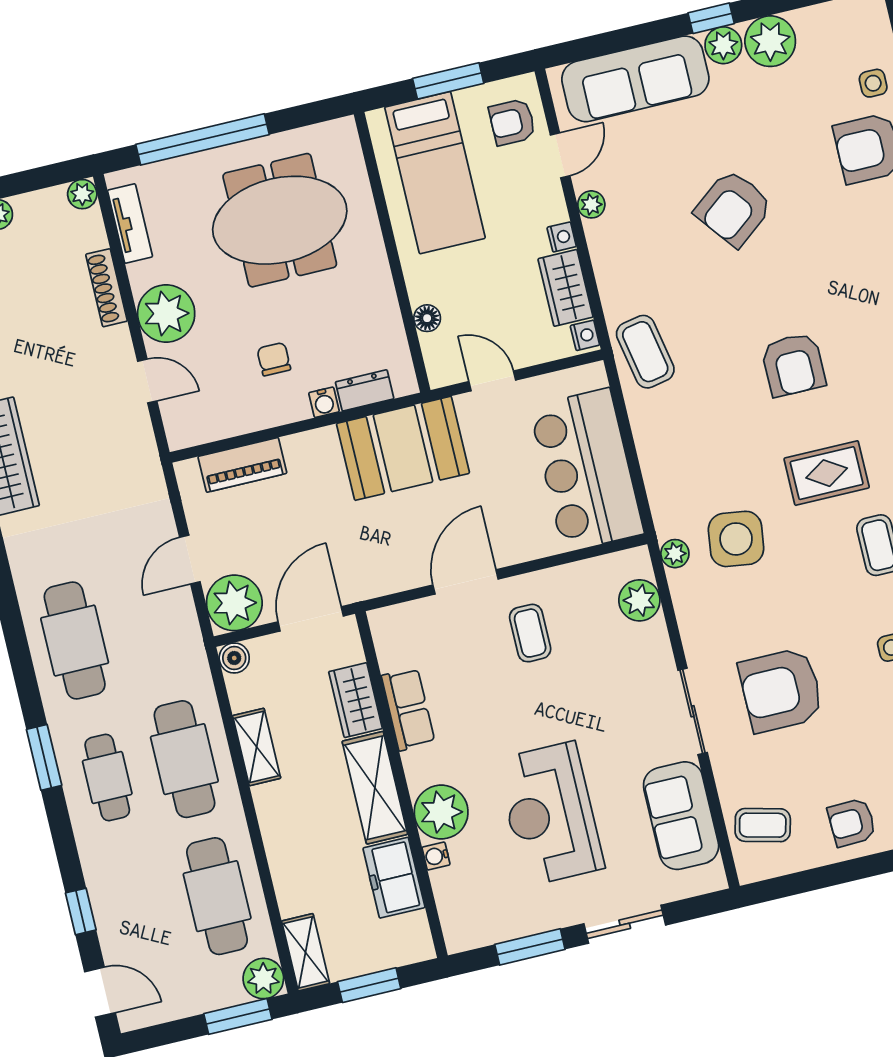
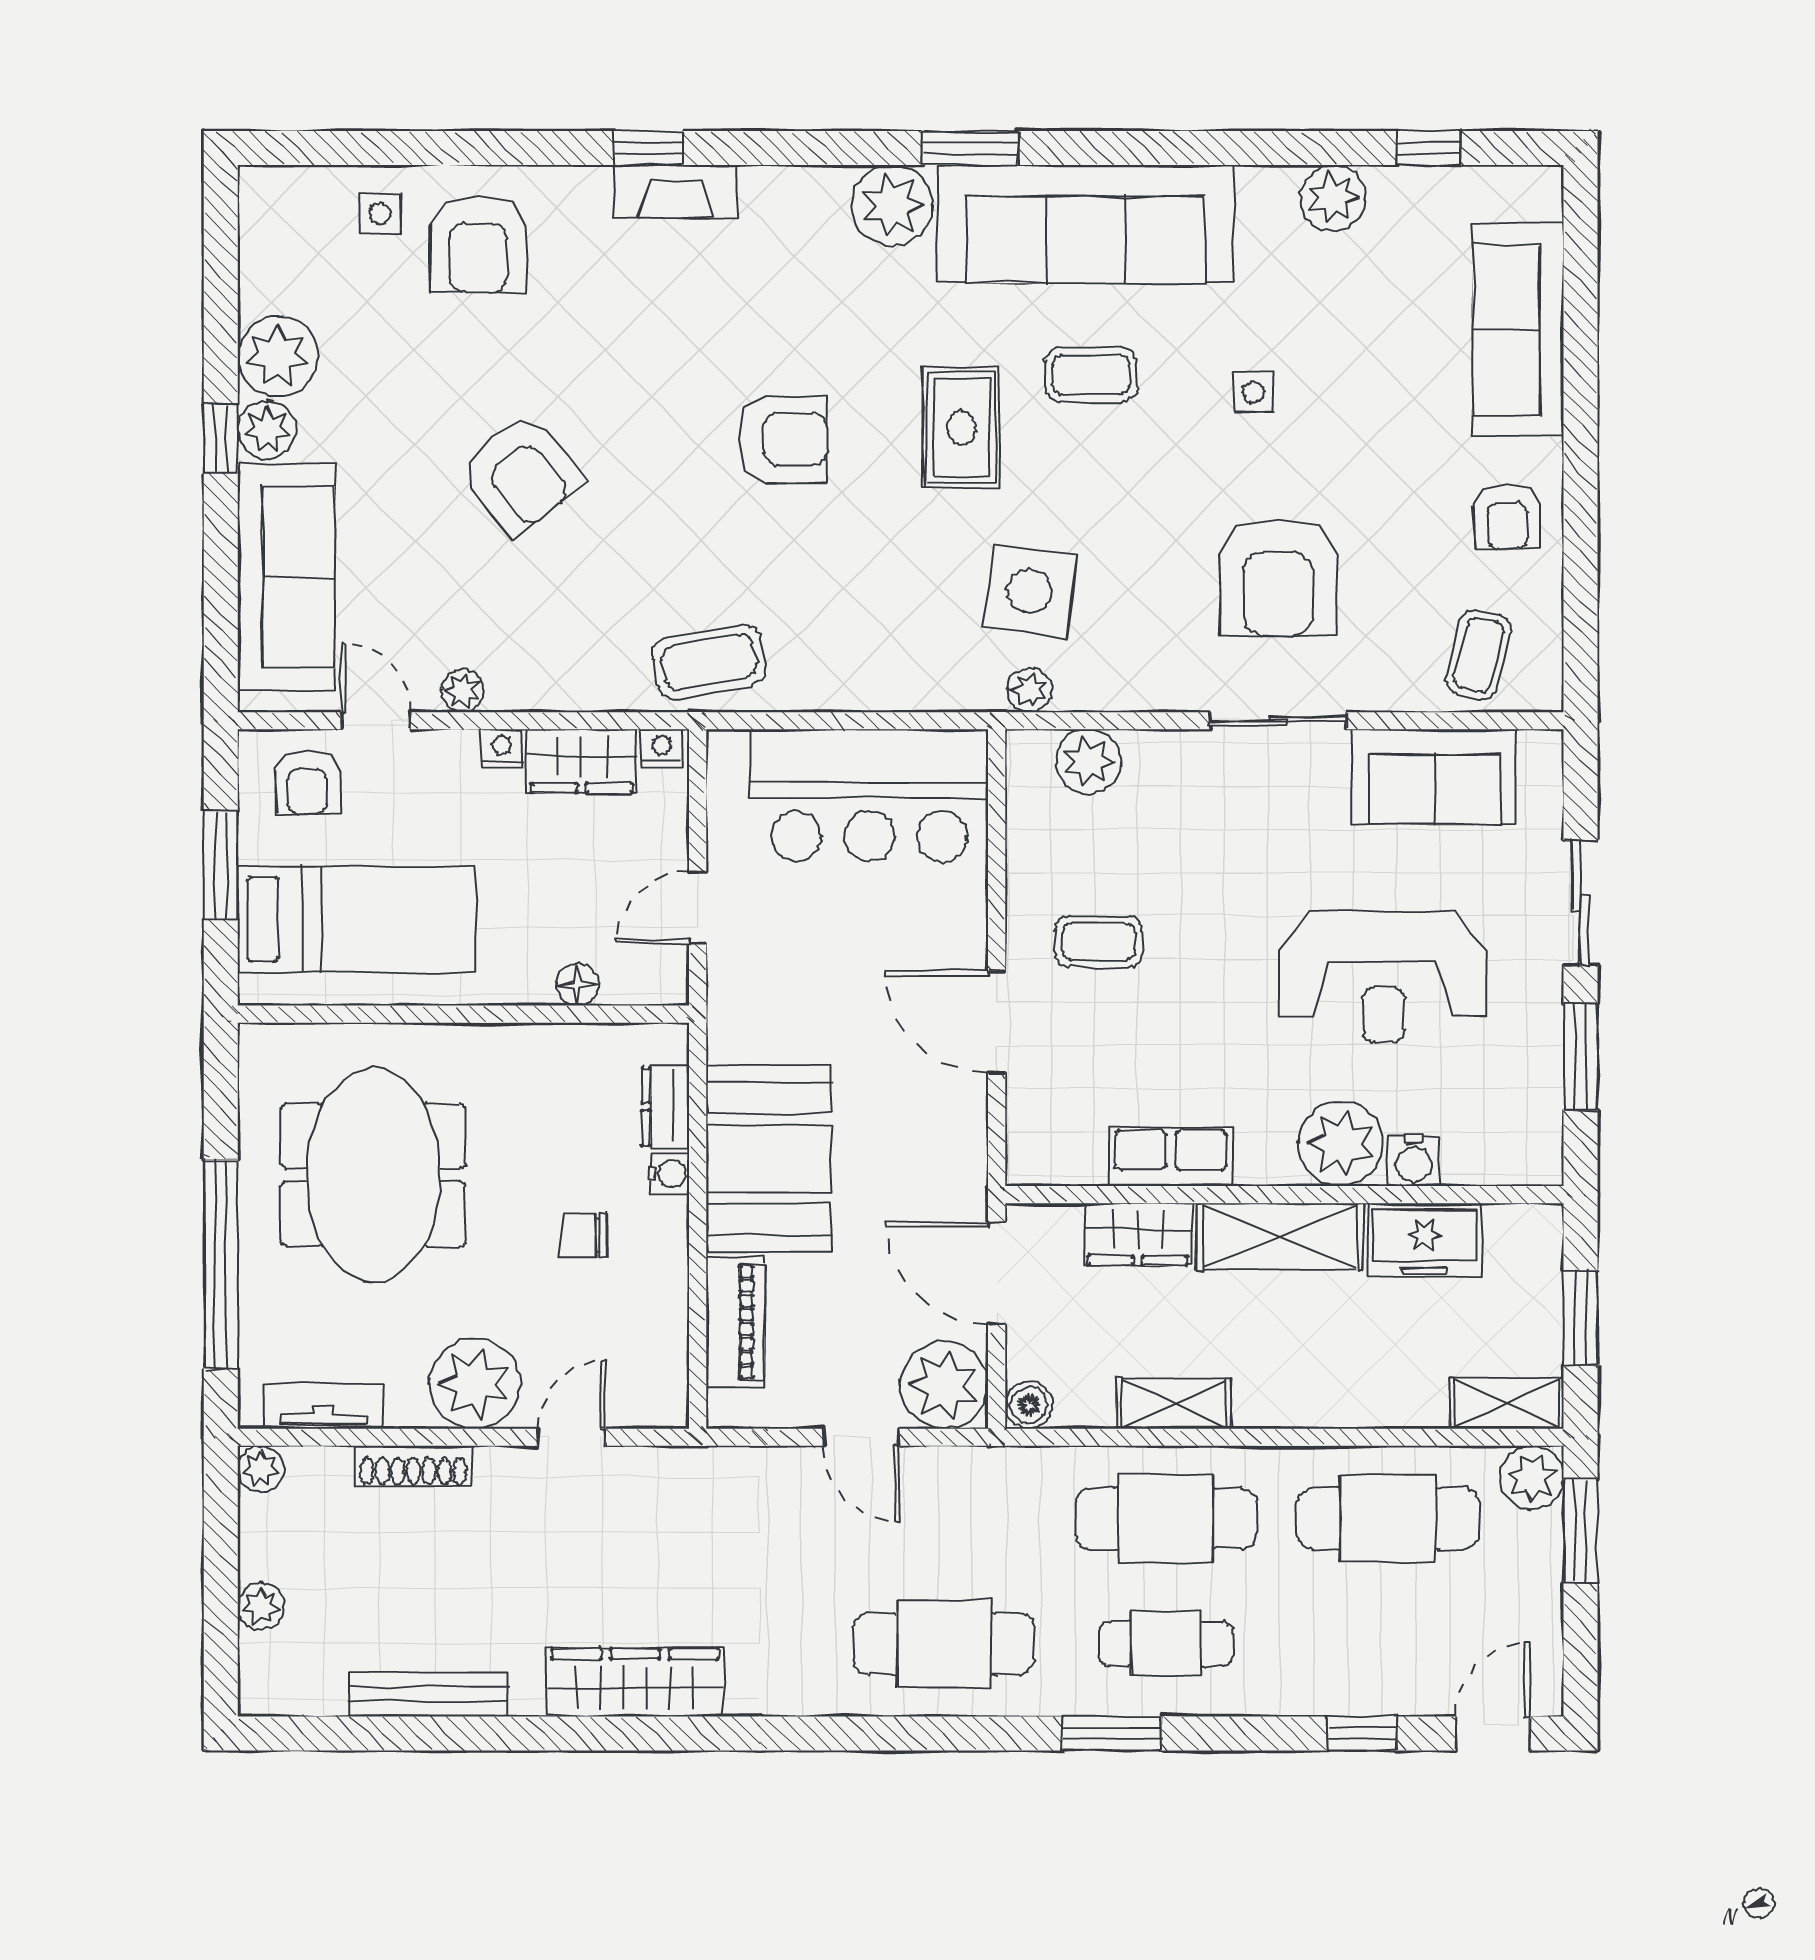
booth: (403, 448) -> (769, 1159), moved
water cooler: (436, 856) -> (1414, 1160), width x1.38, depth x1.38

